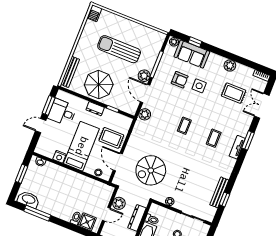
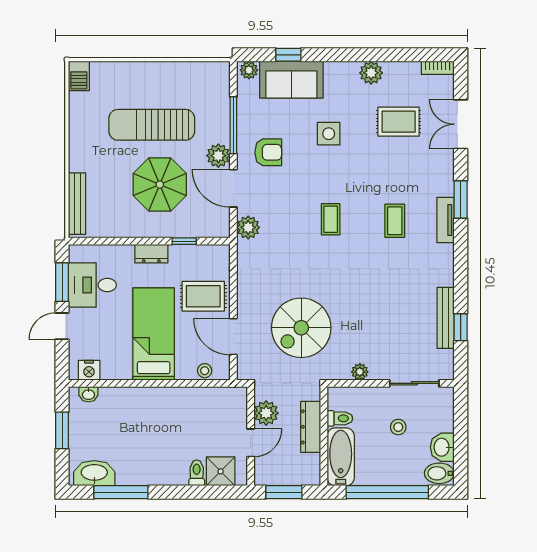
armchair: (180, 80) -> (268, 152), moved
parasol: (99, 85) -> (160, 185), moved
nightstand: (59, 157) -> (89, 370), moved

